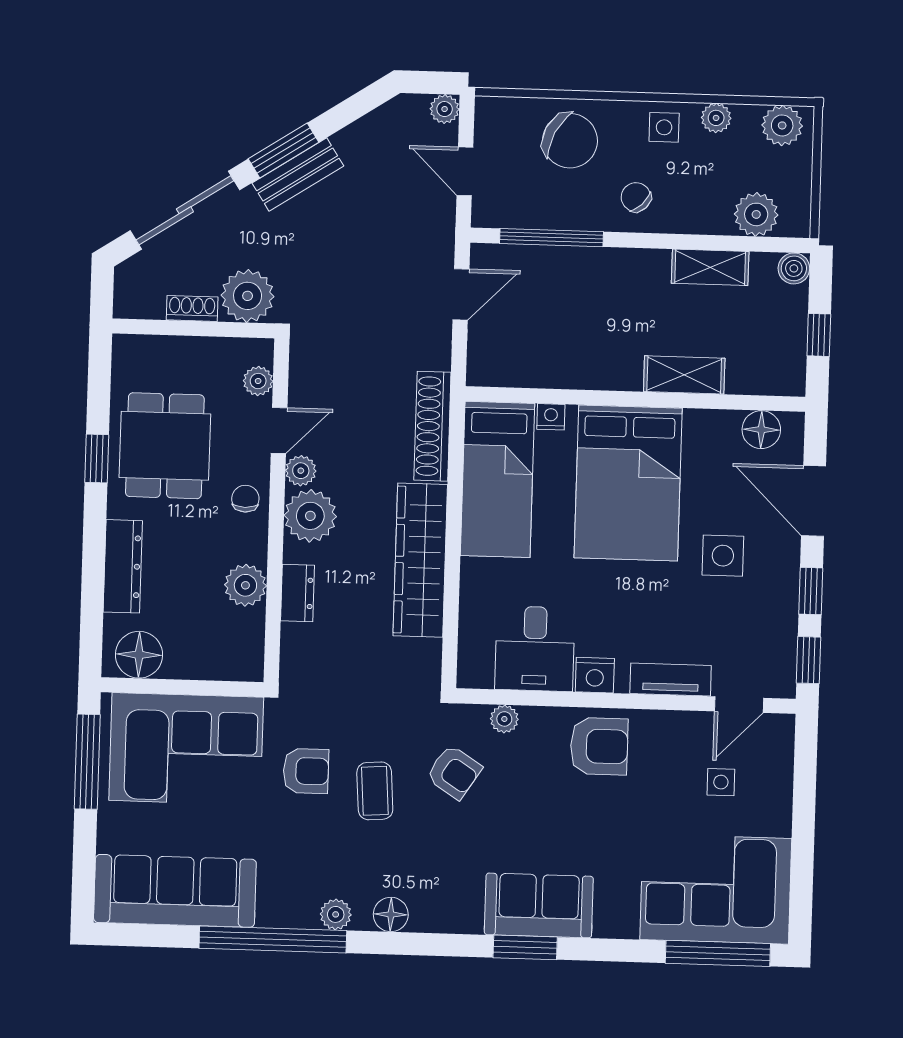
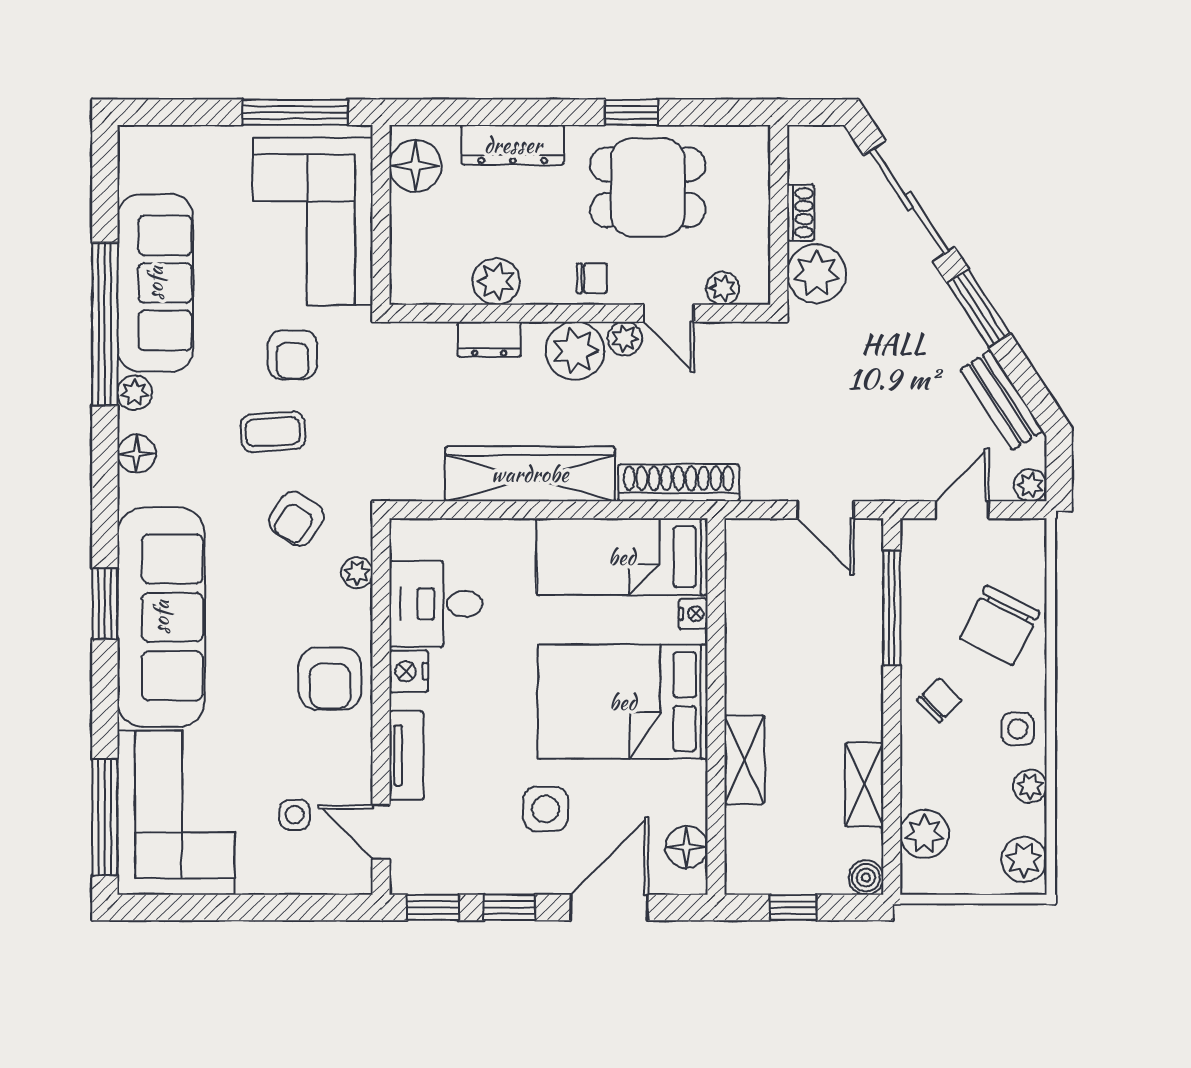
bench: (298, 175) -> (1002, 400), moved
sofa: (175, 891) -> (155, 283), moved
sofa: (539, 905) -> (161, 617), width x1.85, depth x1.27

